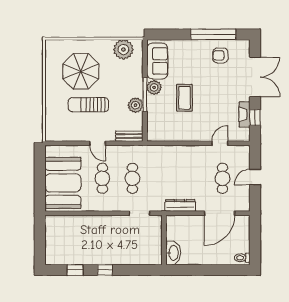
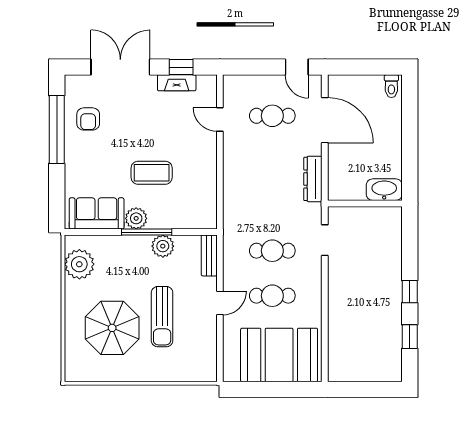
door: (255, 177) -> (297, 67), moved

